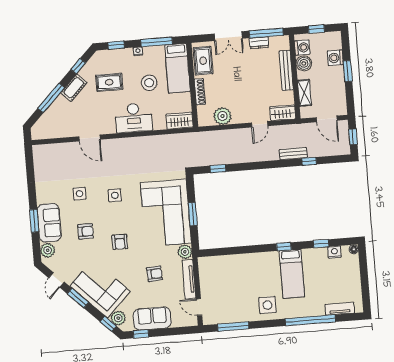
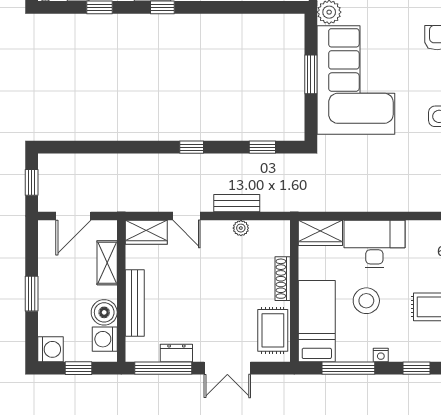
double door: (228, 36) -> (227, 368), swing flipped
washing machine: (335, 58) -> (50, 349), moved
plant: (222, 116) -> (241, 228), width x0.53, depth x0.53
desk: (134, 118) -> (374, 244), moved
door: (327, 119) -> (73, 216), swing flipped
door: (260, 124) -> (186, 216), swing flipped
bench: (293, 154) -> (237, 203), moved
window: (309, 161) -> (192, 147), moved

